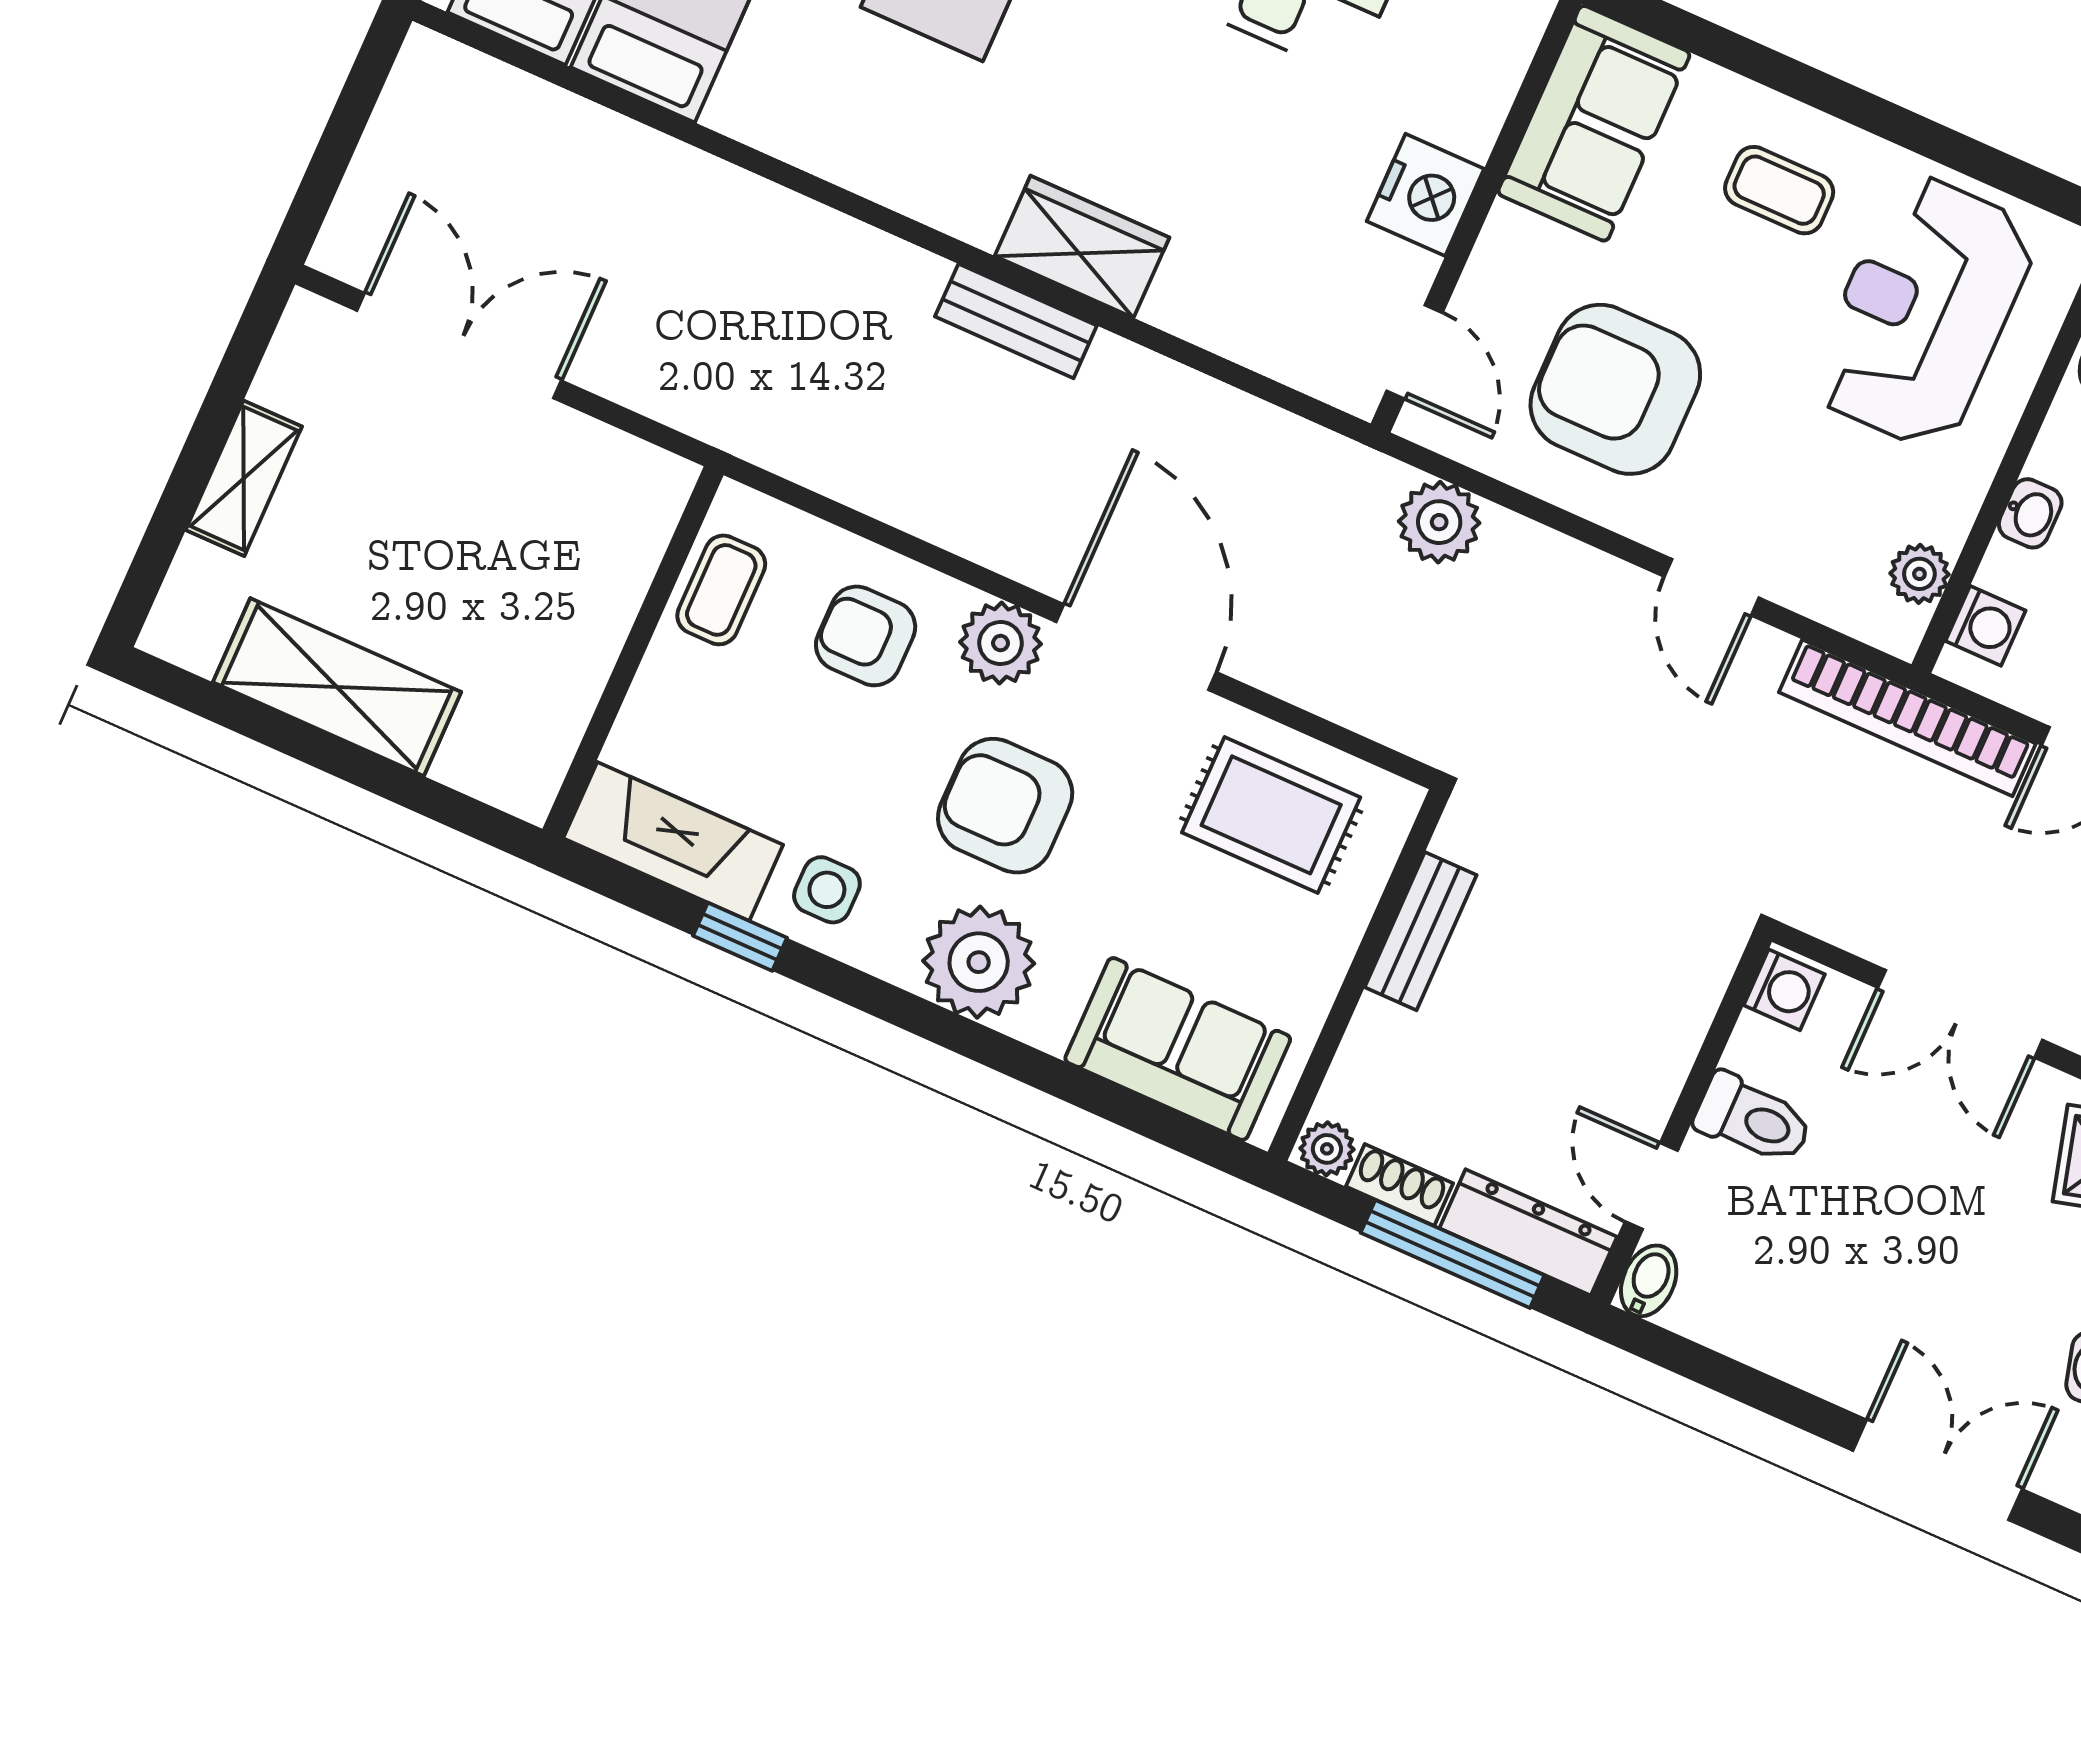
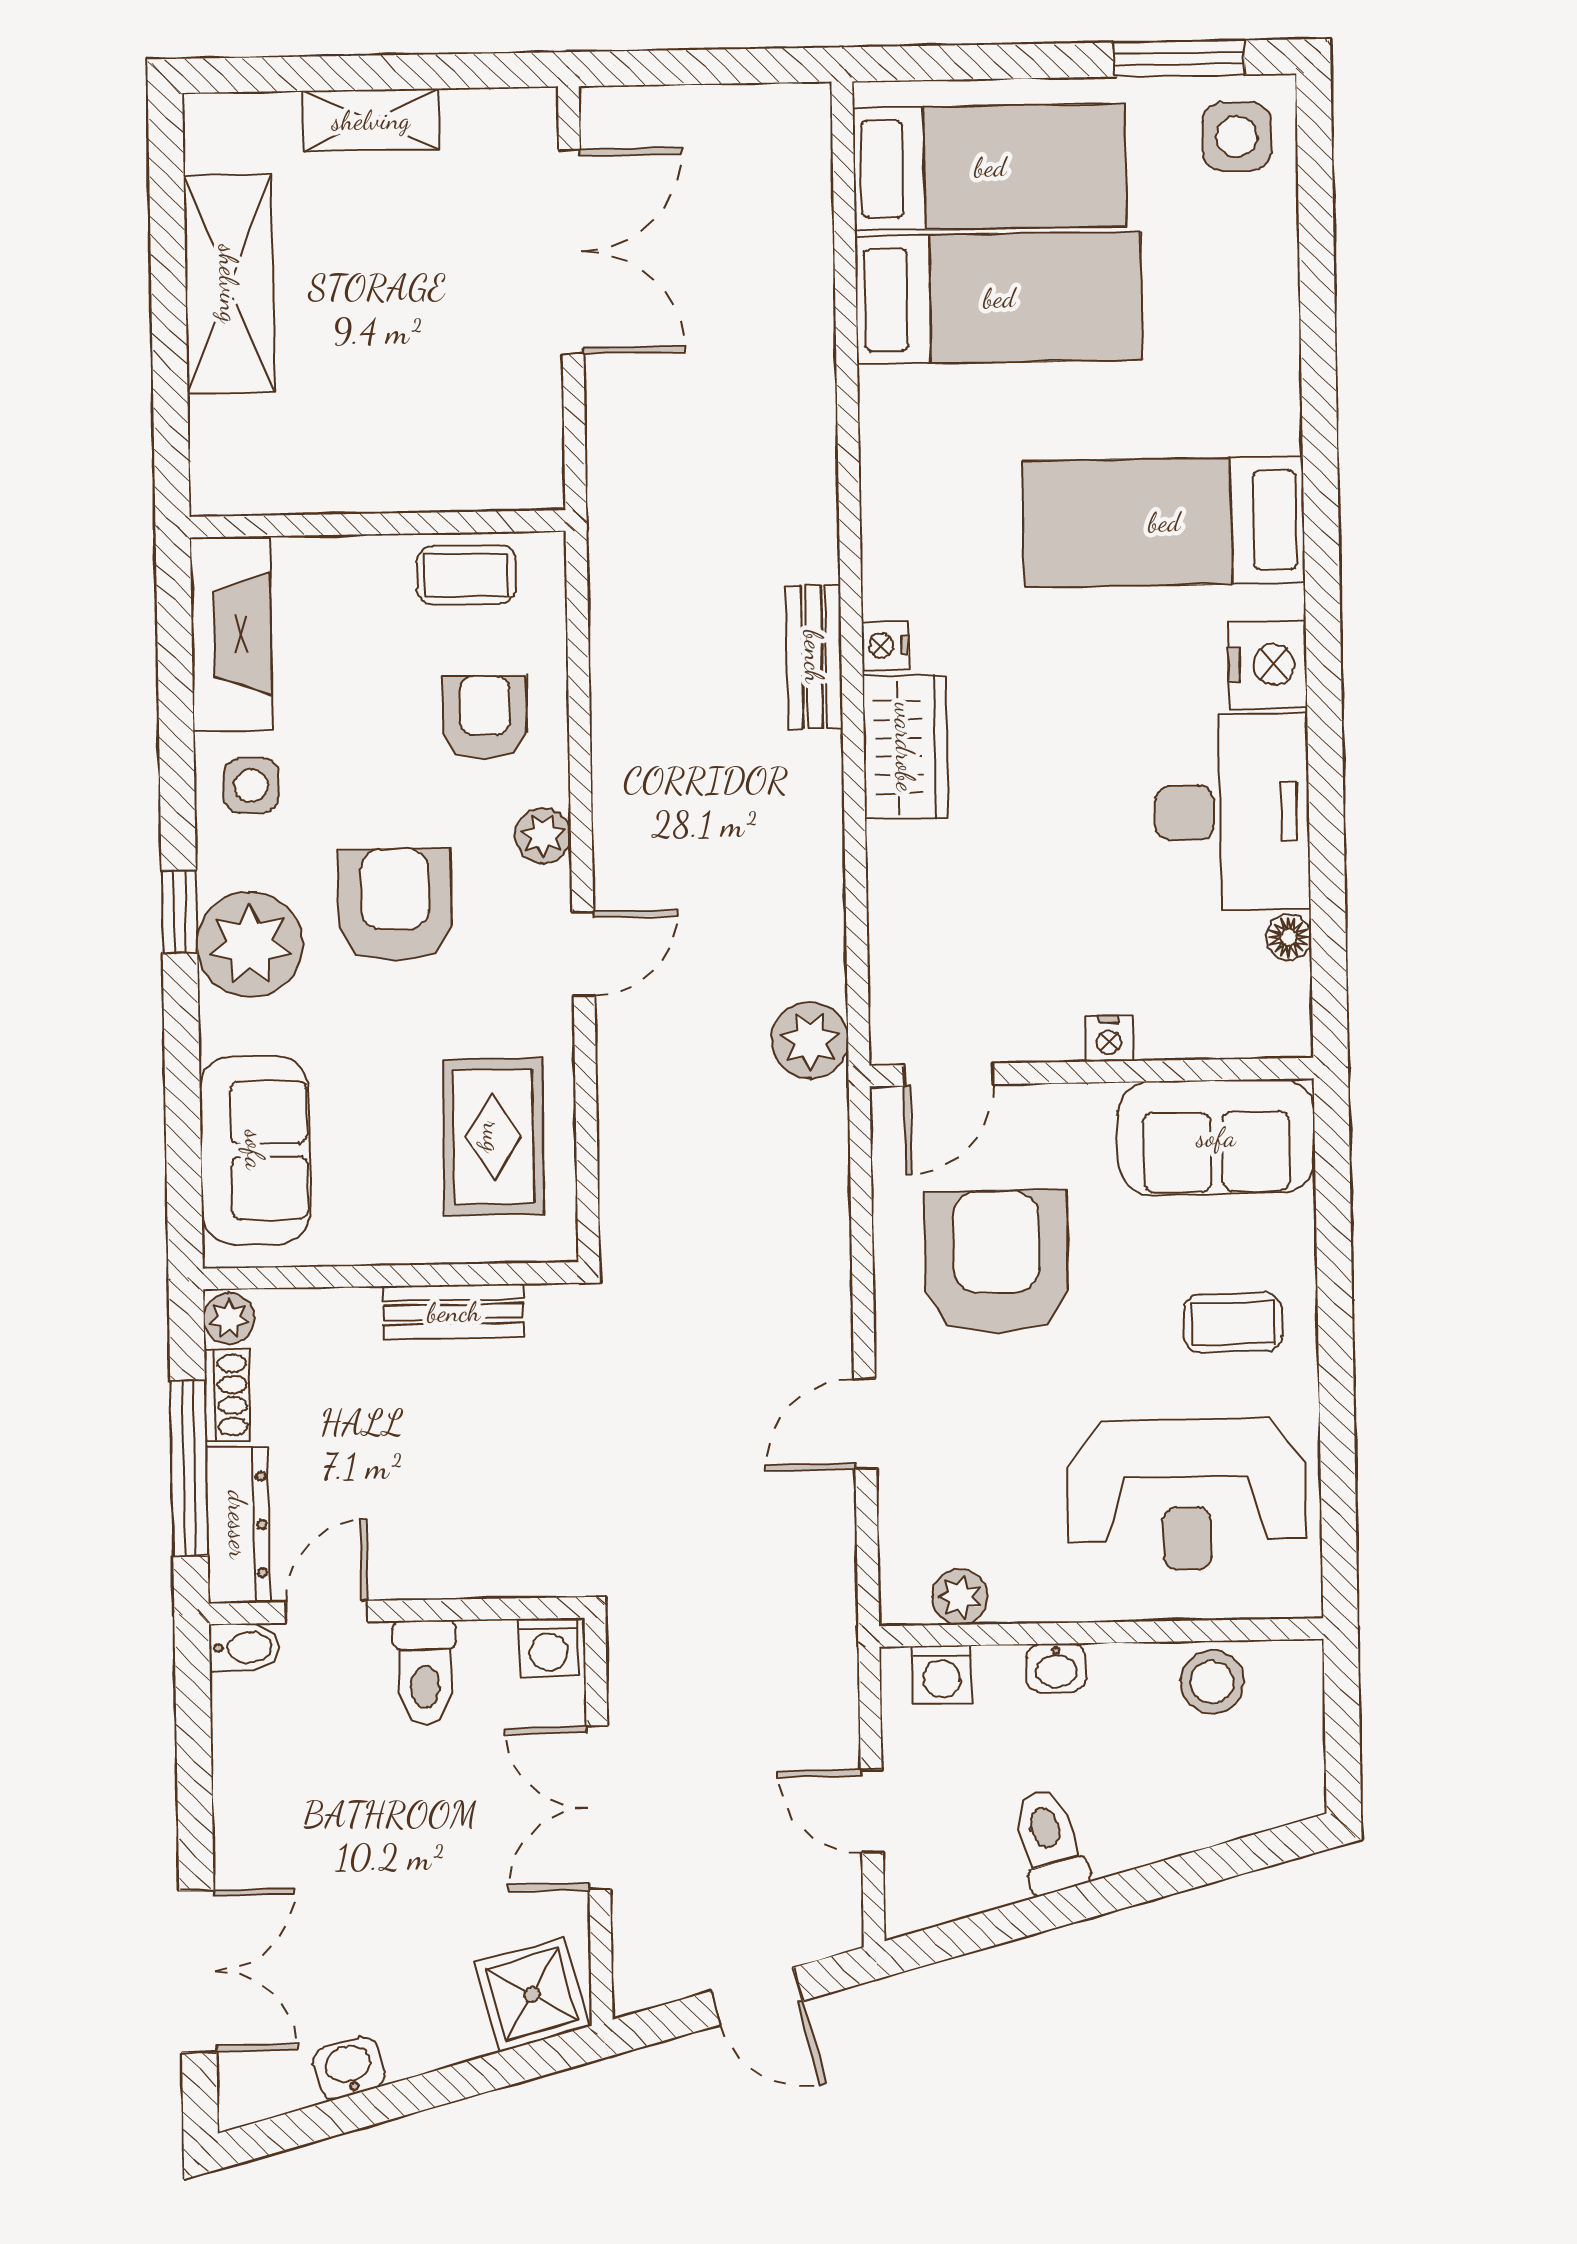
coffee table: (1779, 190) -> (1233, 1323), turned 90
nightstand: (1425, 195) -> (1109, 1039), width x0.53, depth x0.56
nightstand: (976, 221) -> (885, 645), added
reception desk: (1923, 311) -> (1186, 1495), turned 180
bench: (1016, 321) -> (814, 657), moved
plant: (1439, 522) -> (810, 1040), moved
plant: (1001, 643) -> (543, 836), width x0.73, depth x0.73
door: (1136, 647) -> (583, 954), width x0.53
bookcase: (1907, 718) -> (831, 1644), removed
window: (740, 937) -> (179, 912), moved

